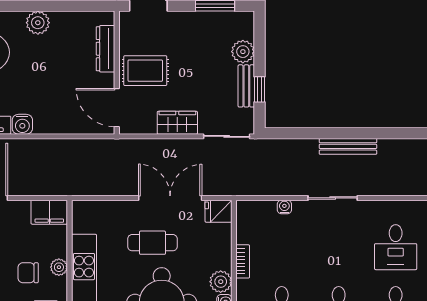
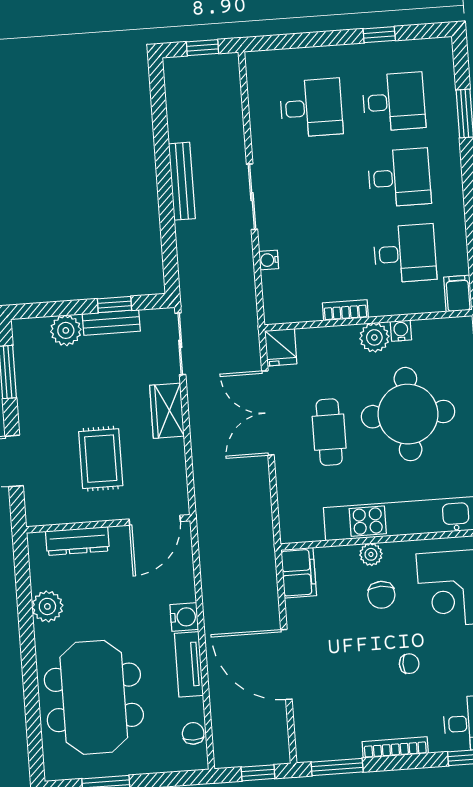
dresser: (106, 49) -> (77, 541), moved
wall: (117, 73) -> (108, 524), moved
door: (117, 108) -> (155, 520), moved

